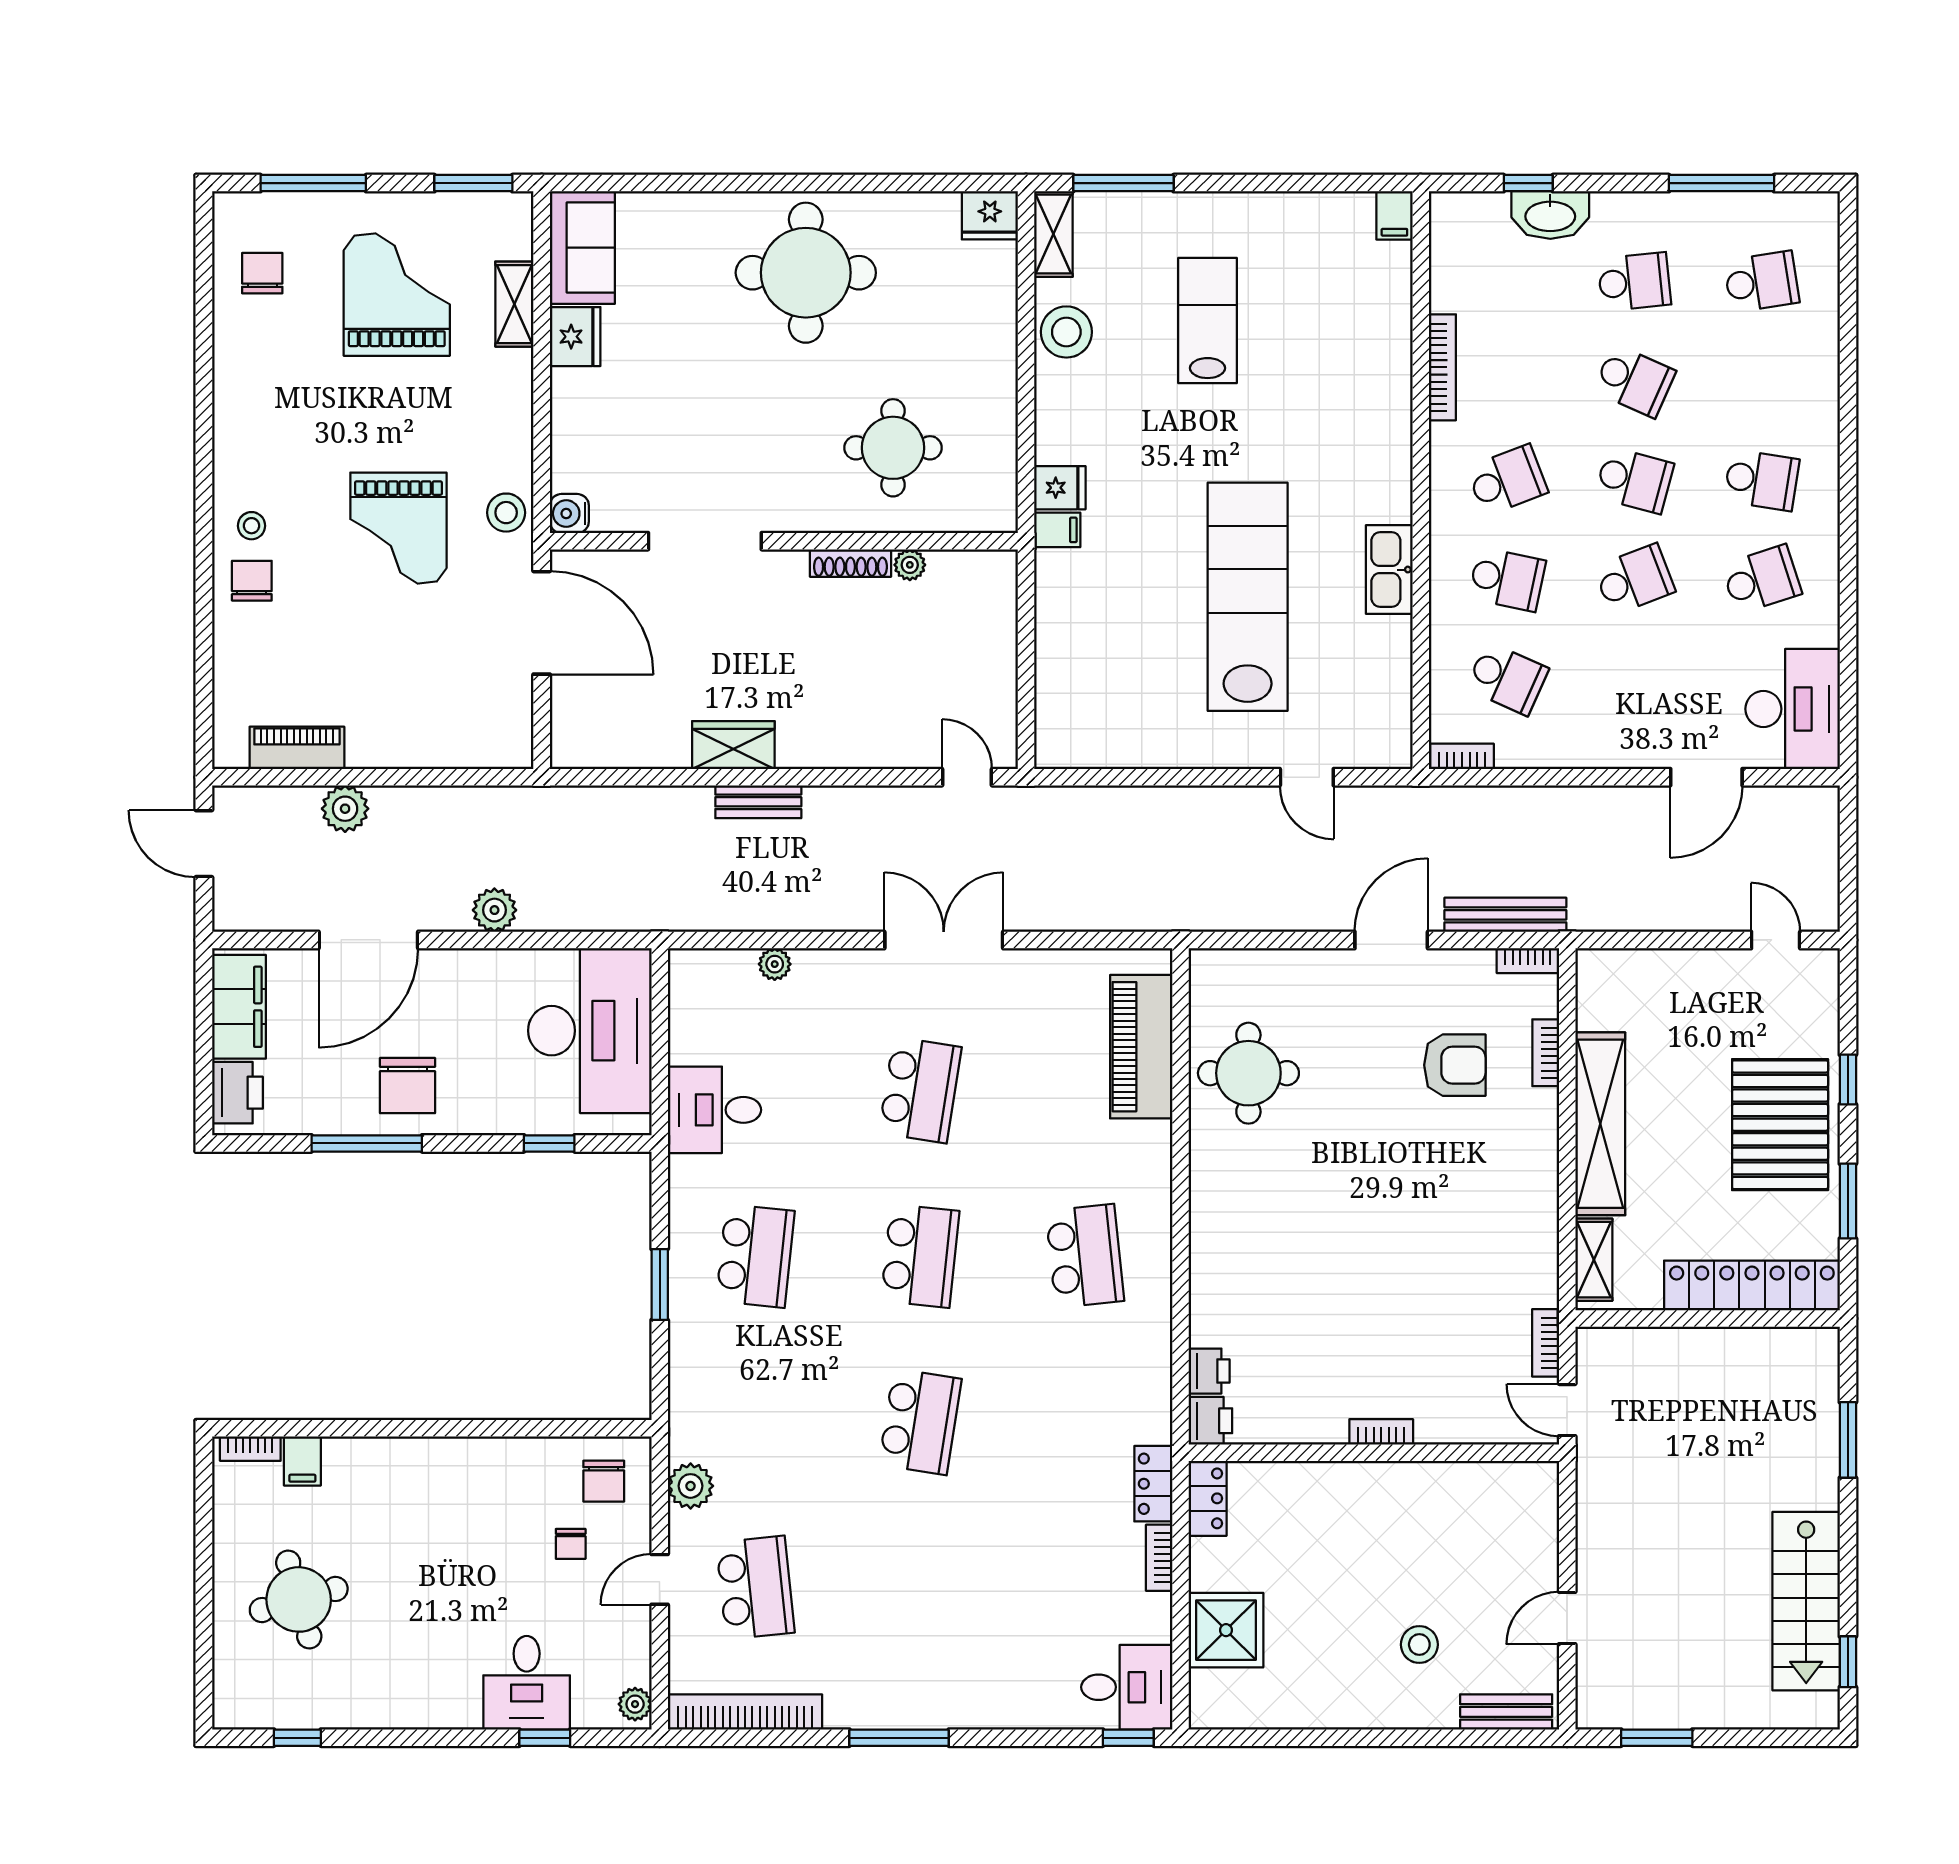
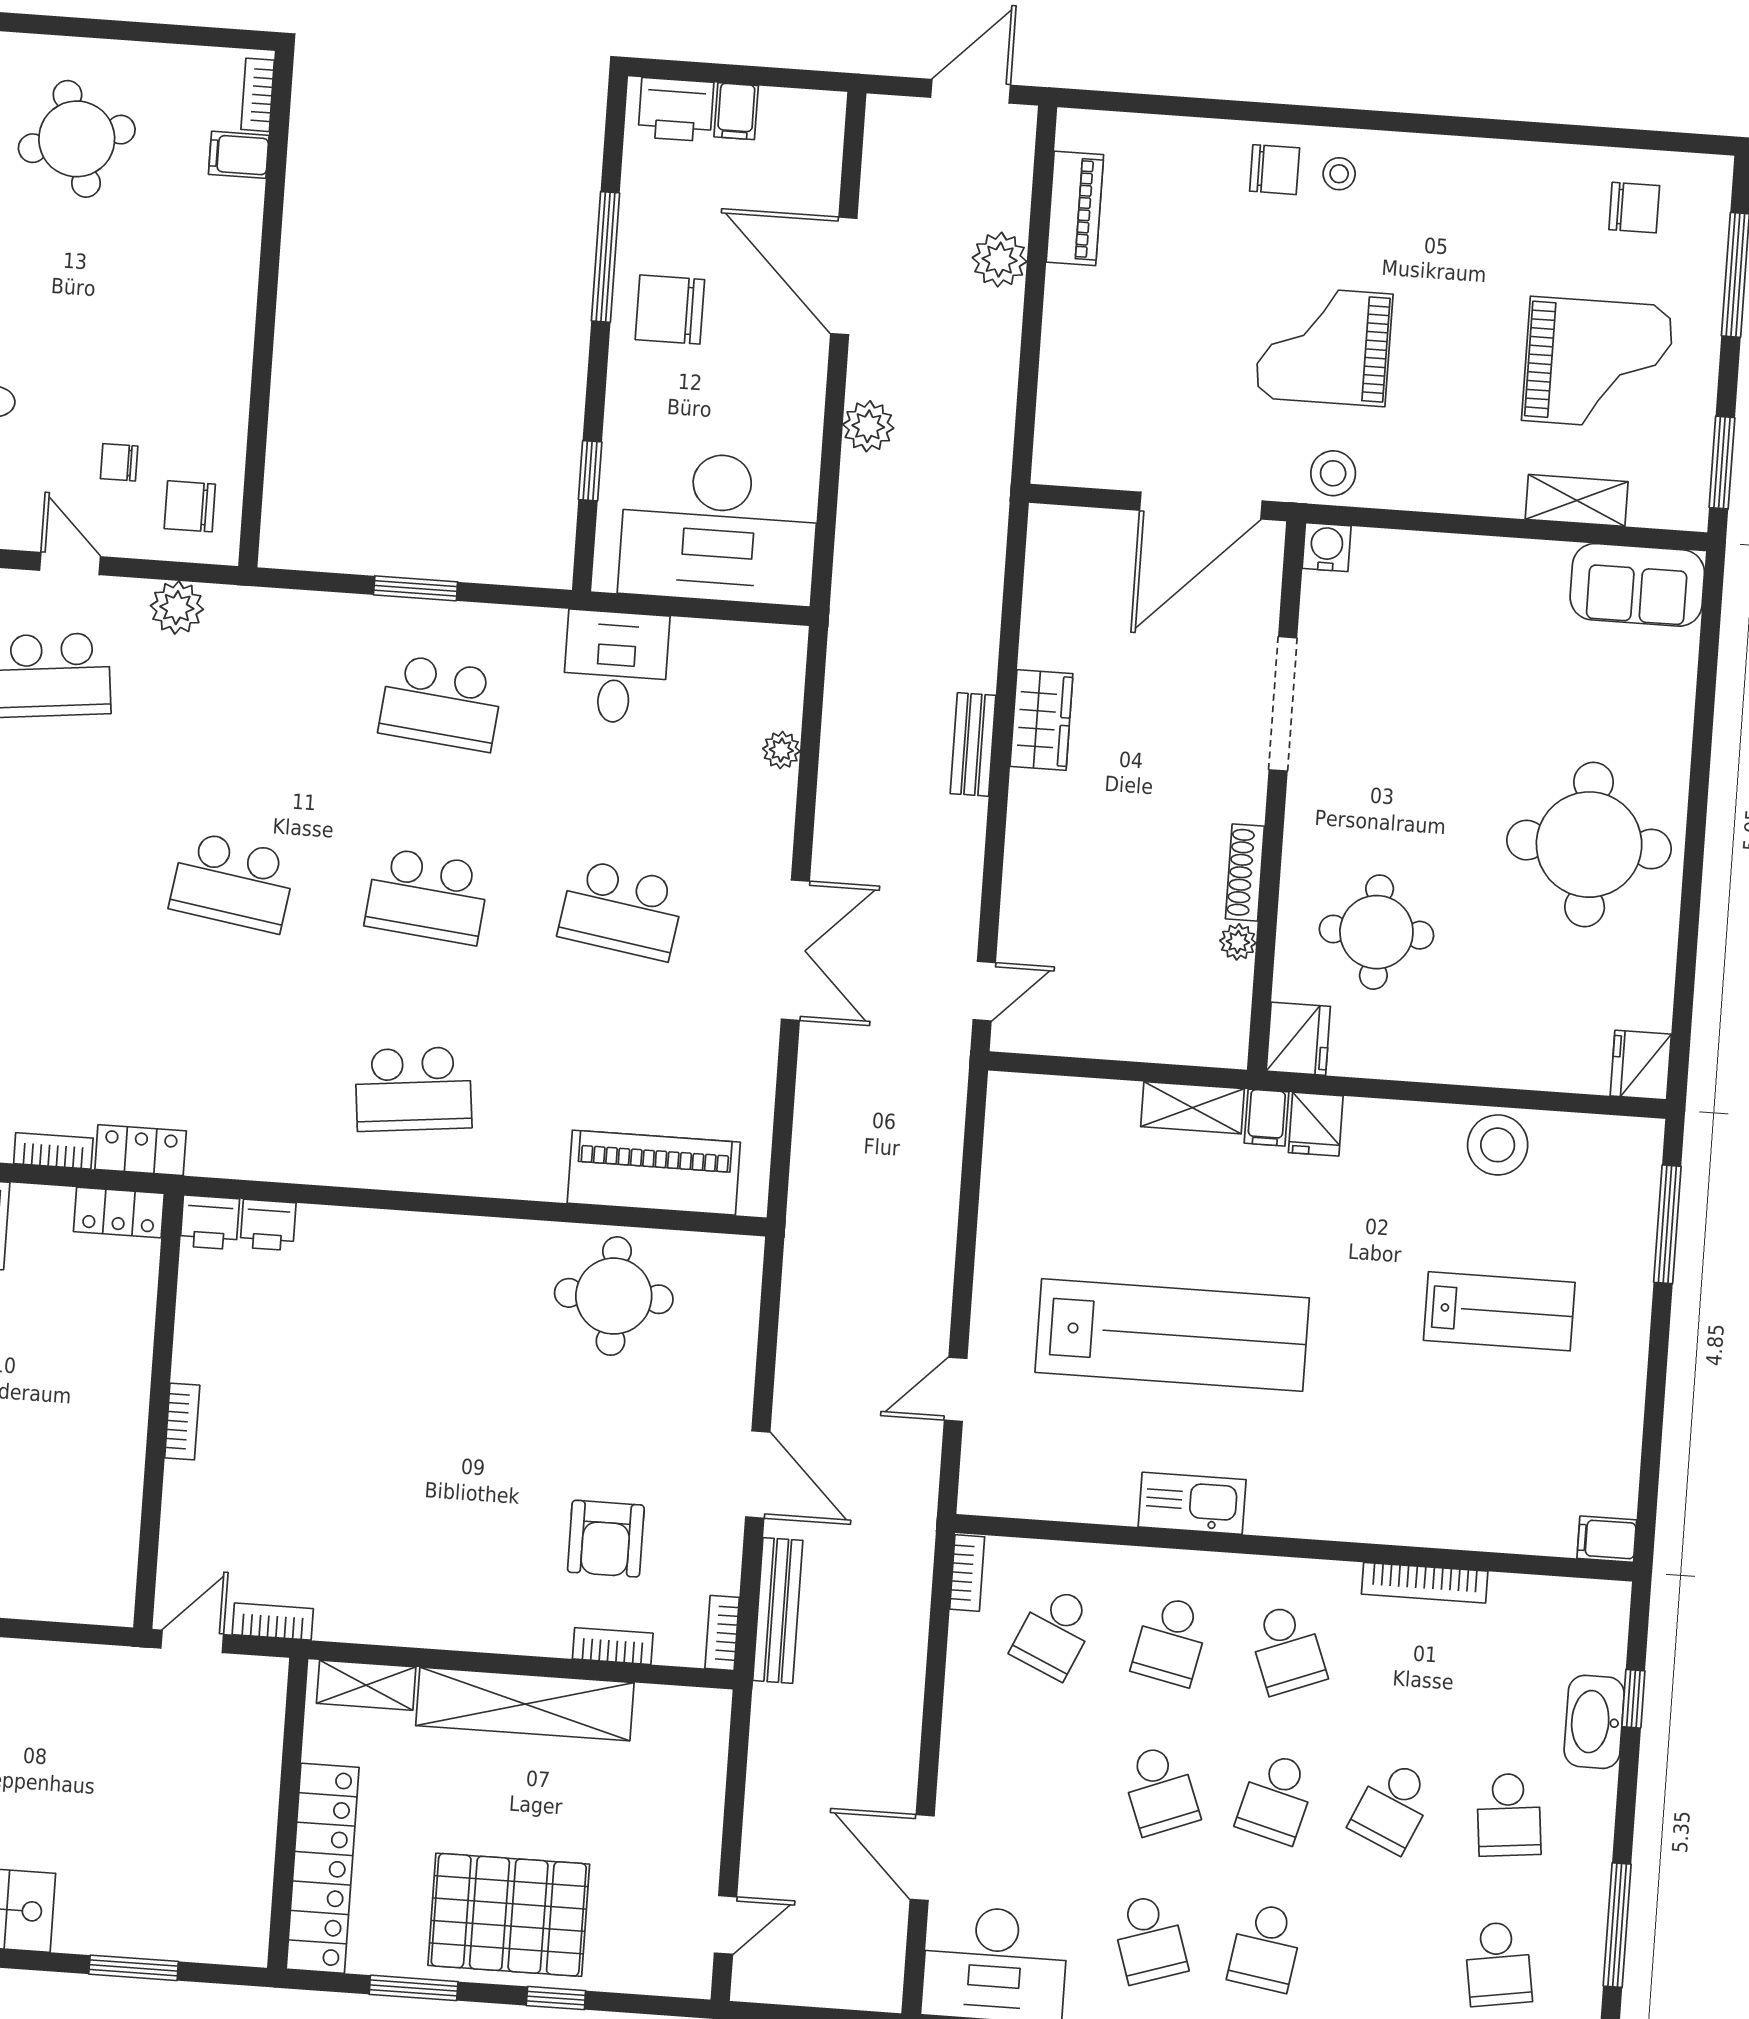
shelving: (1053, 234) -> (1192, 1108), moved
fridge: (575, 337) -> (1298, 1039), moved, turned -90
filing cabinet: (239, 1007) -> (736, 111), width x0.33, depth x0.86

